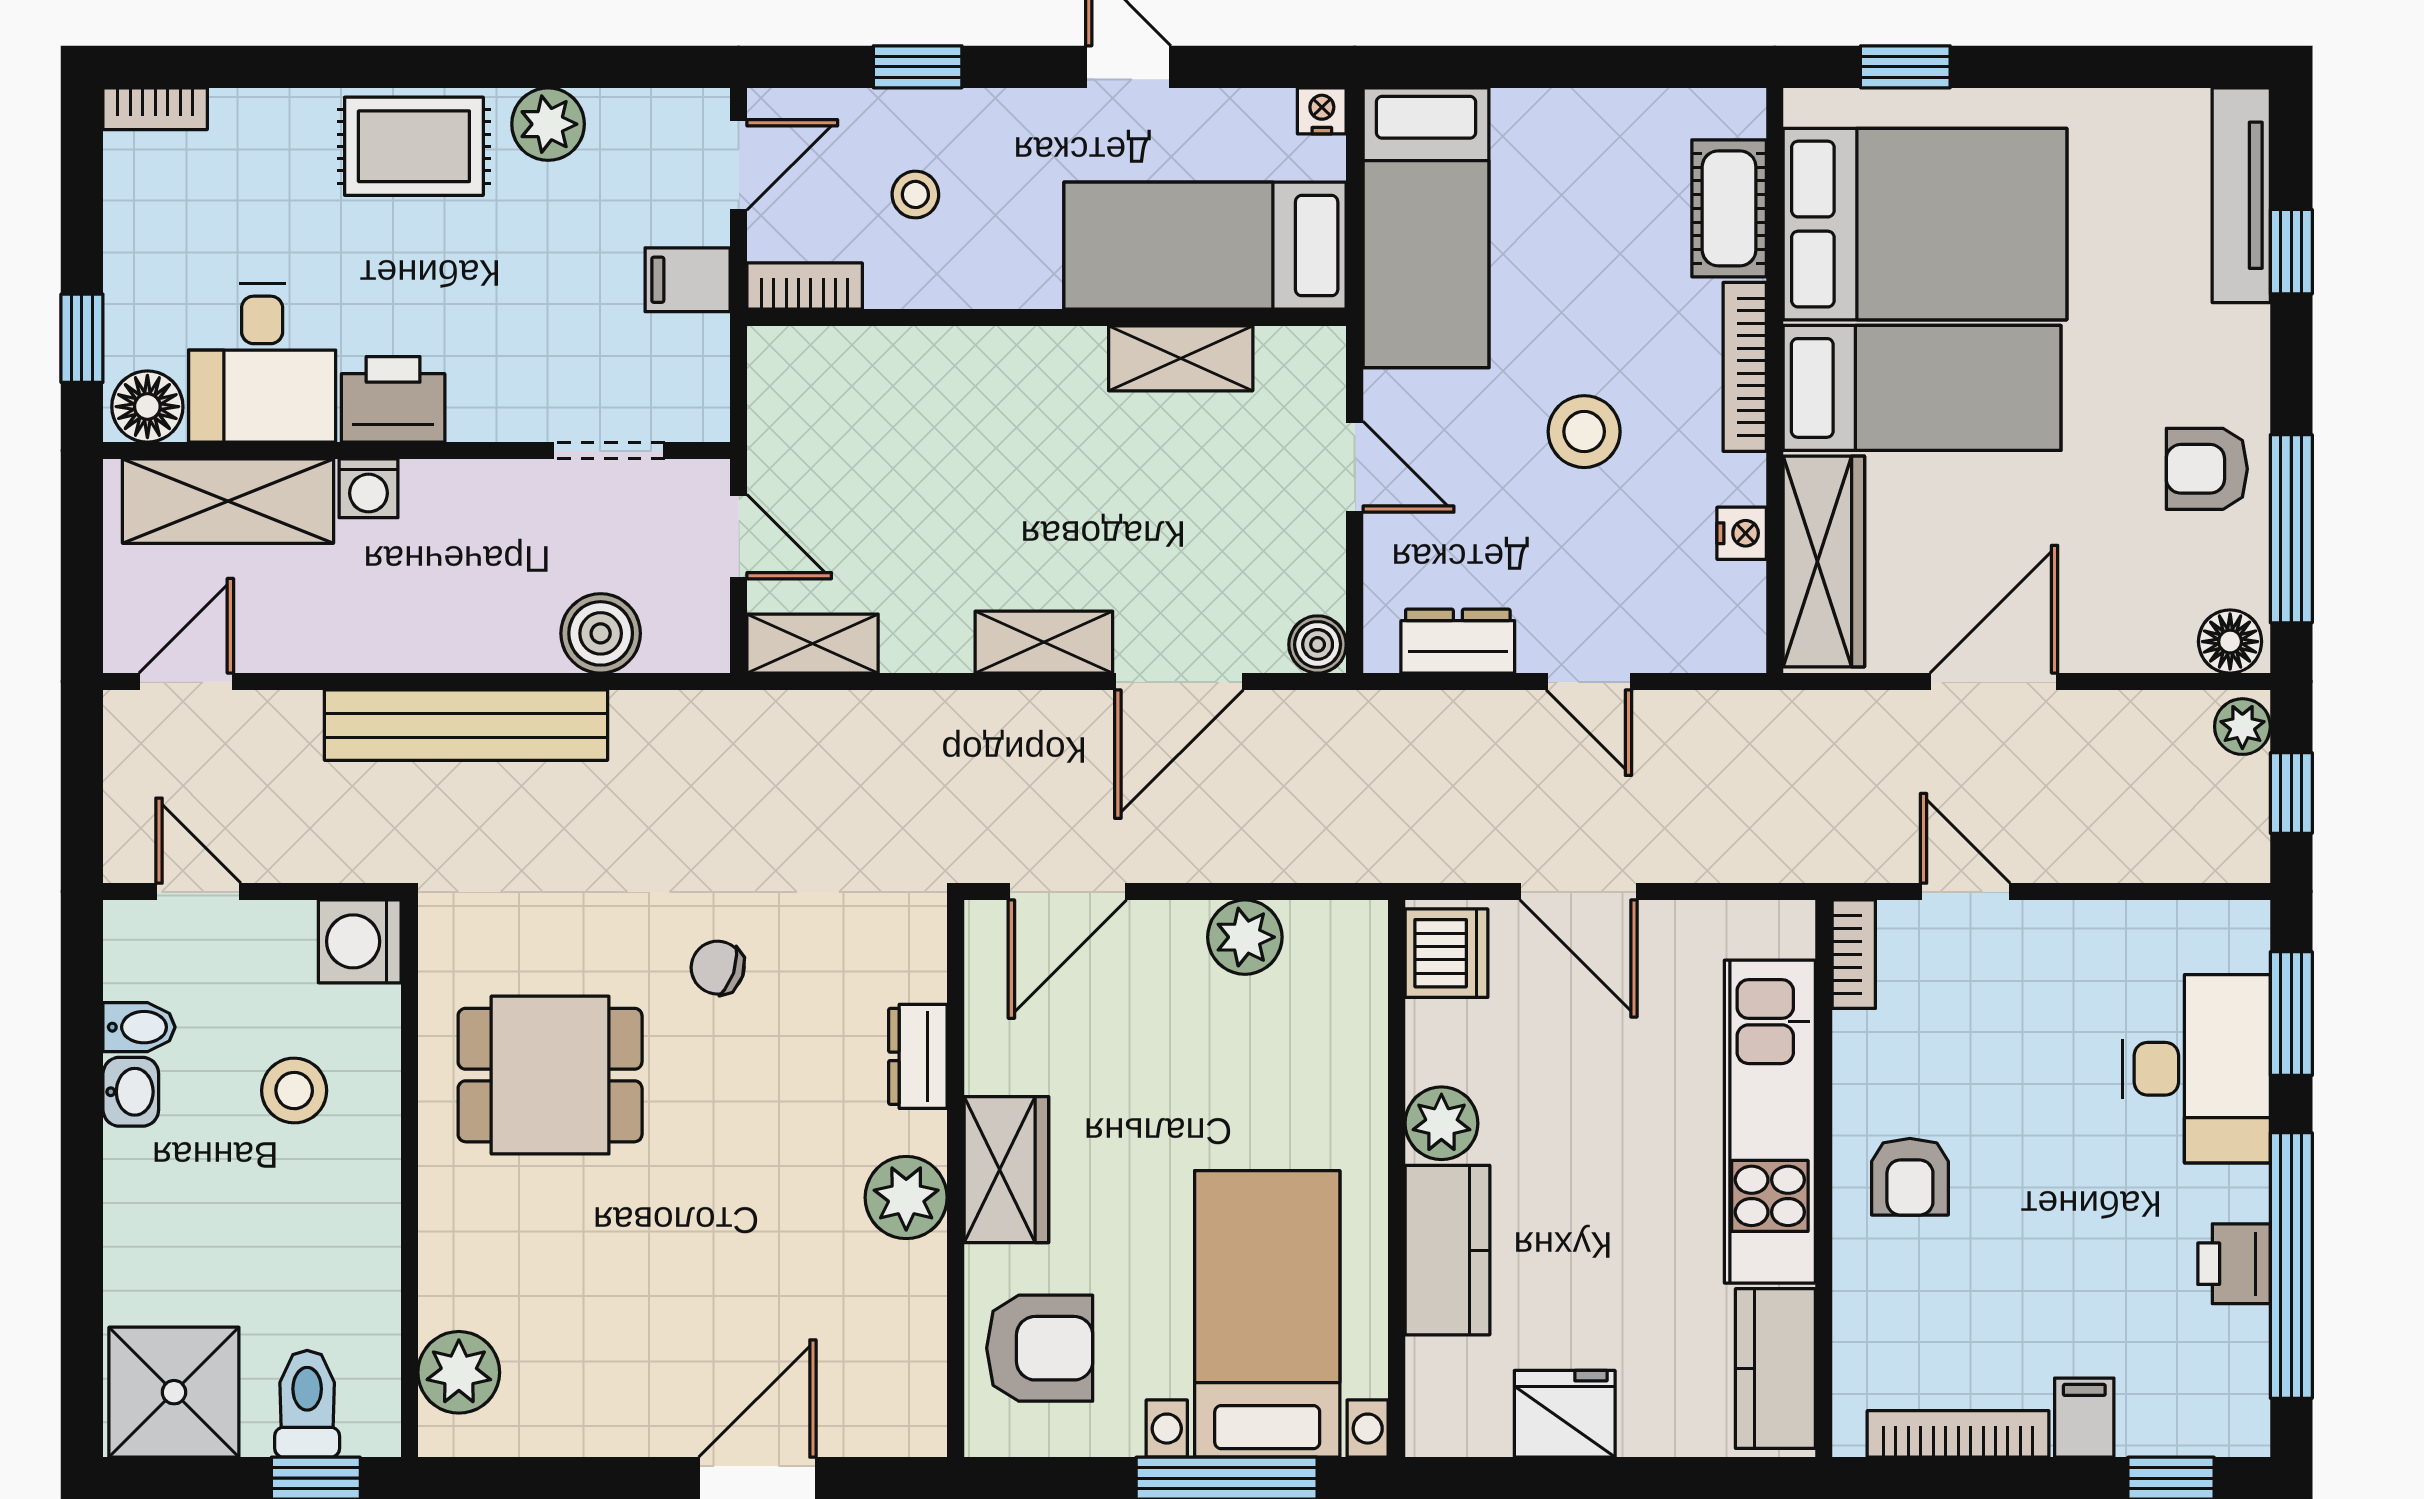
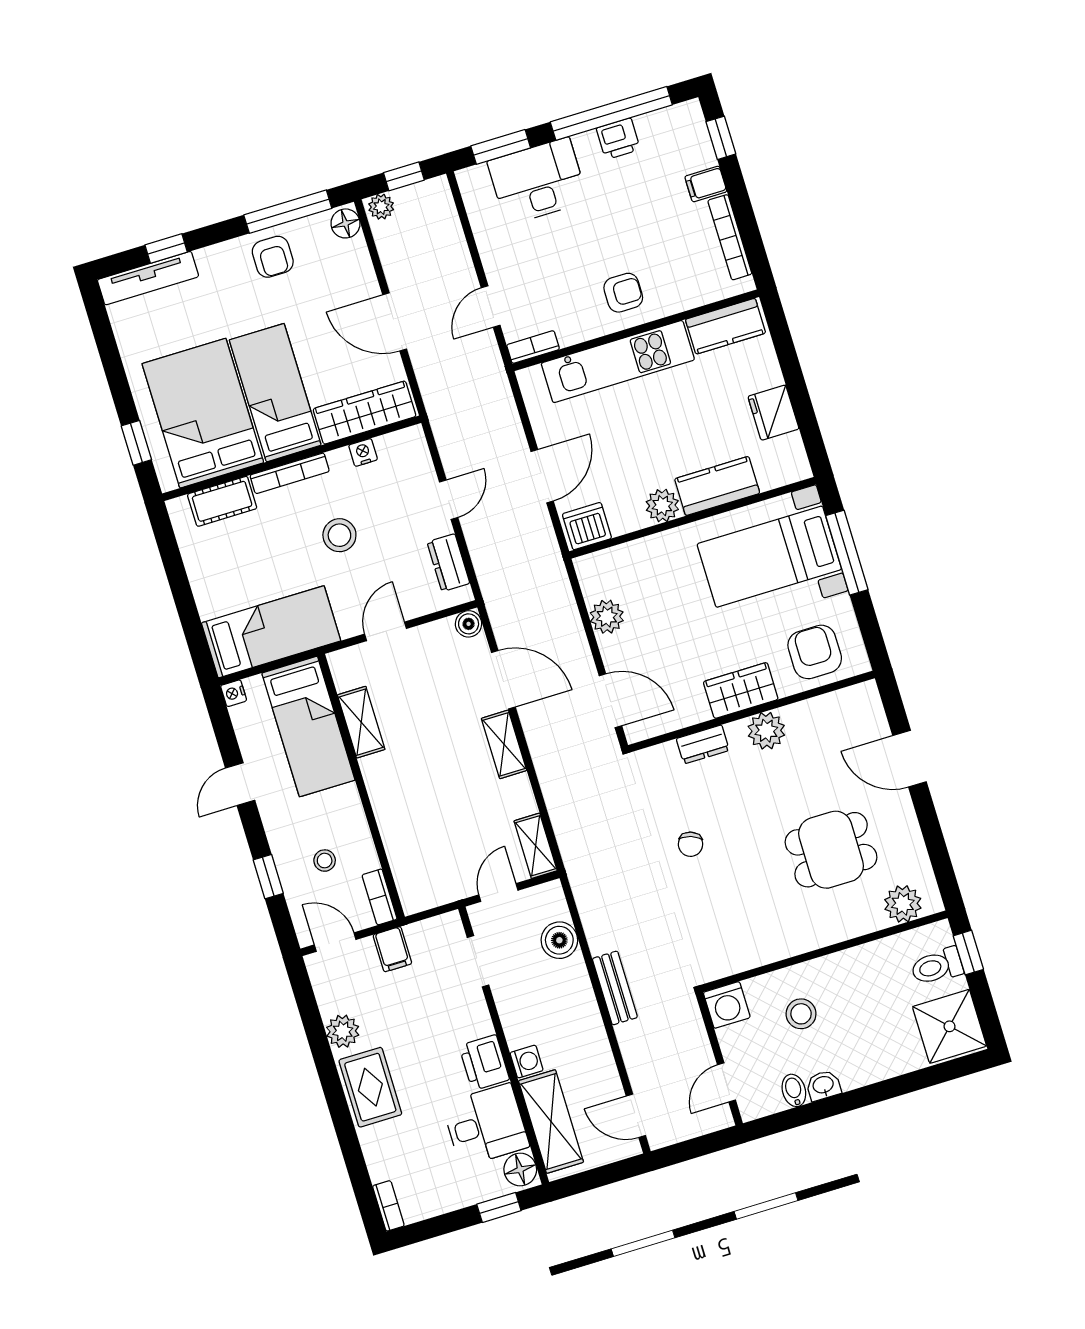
bench: (466, 725) -> (615, 988), width x0.54, depth x0.82
dining table: (550, 1075) -> (831, 850), moved, turned 90

